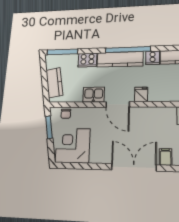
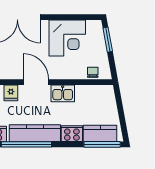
kitchen counter: (54, 83) -> (100, 133), moved, turned 100
window: (49, 127) -> (108, 40), moved
corner desk: (73, 146) -> (67, 38), moved

